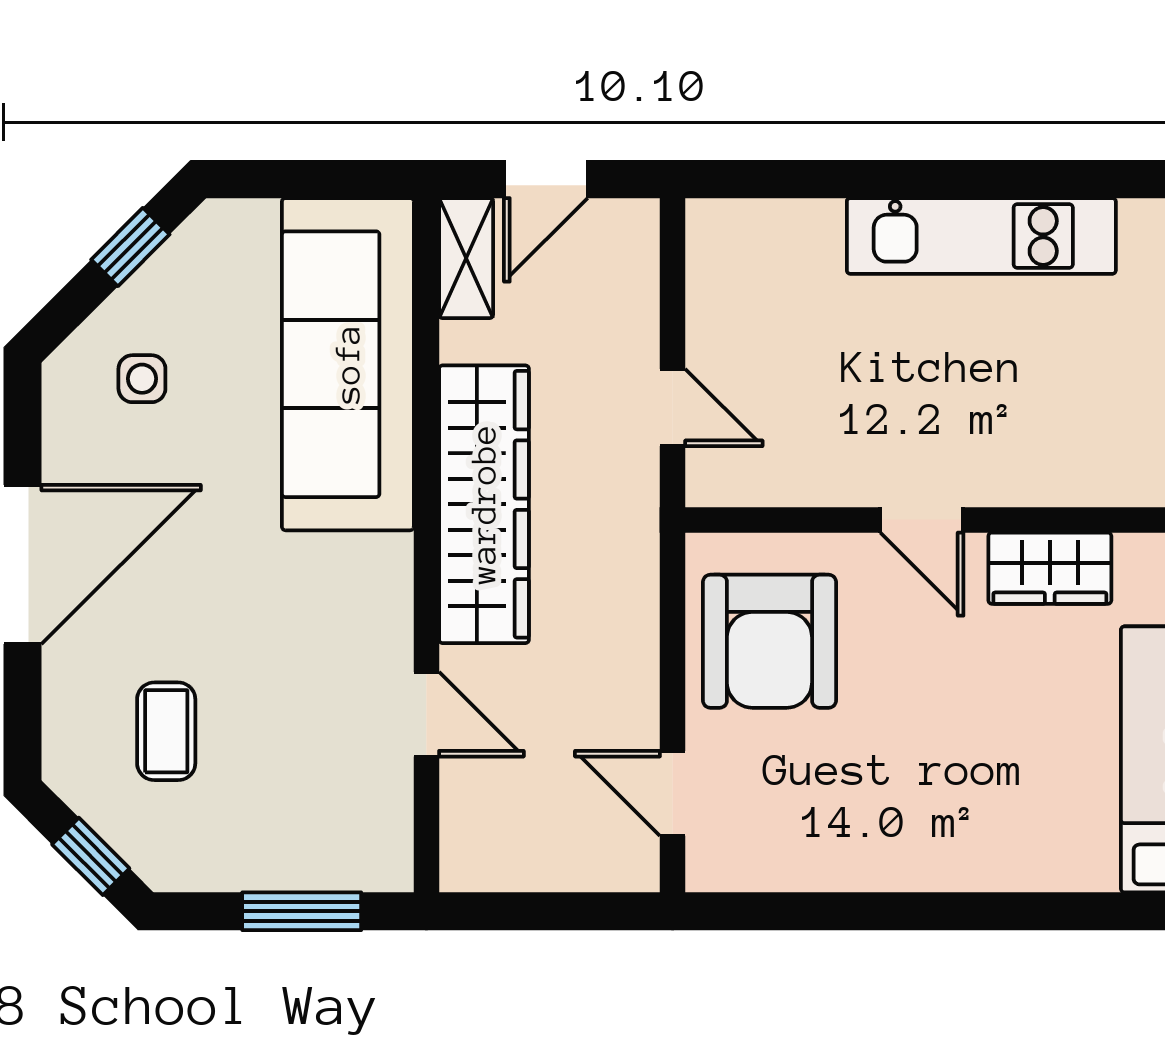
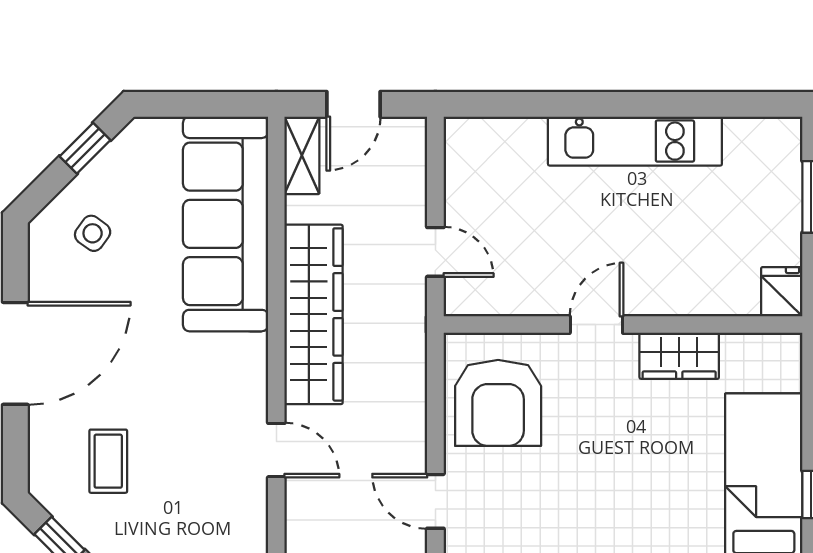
side table: (142, 379) -> (93, 233), turned 36
door: (922, 520) -> (596, 325), swing flipped

